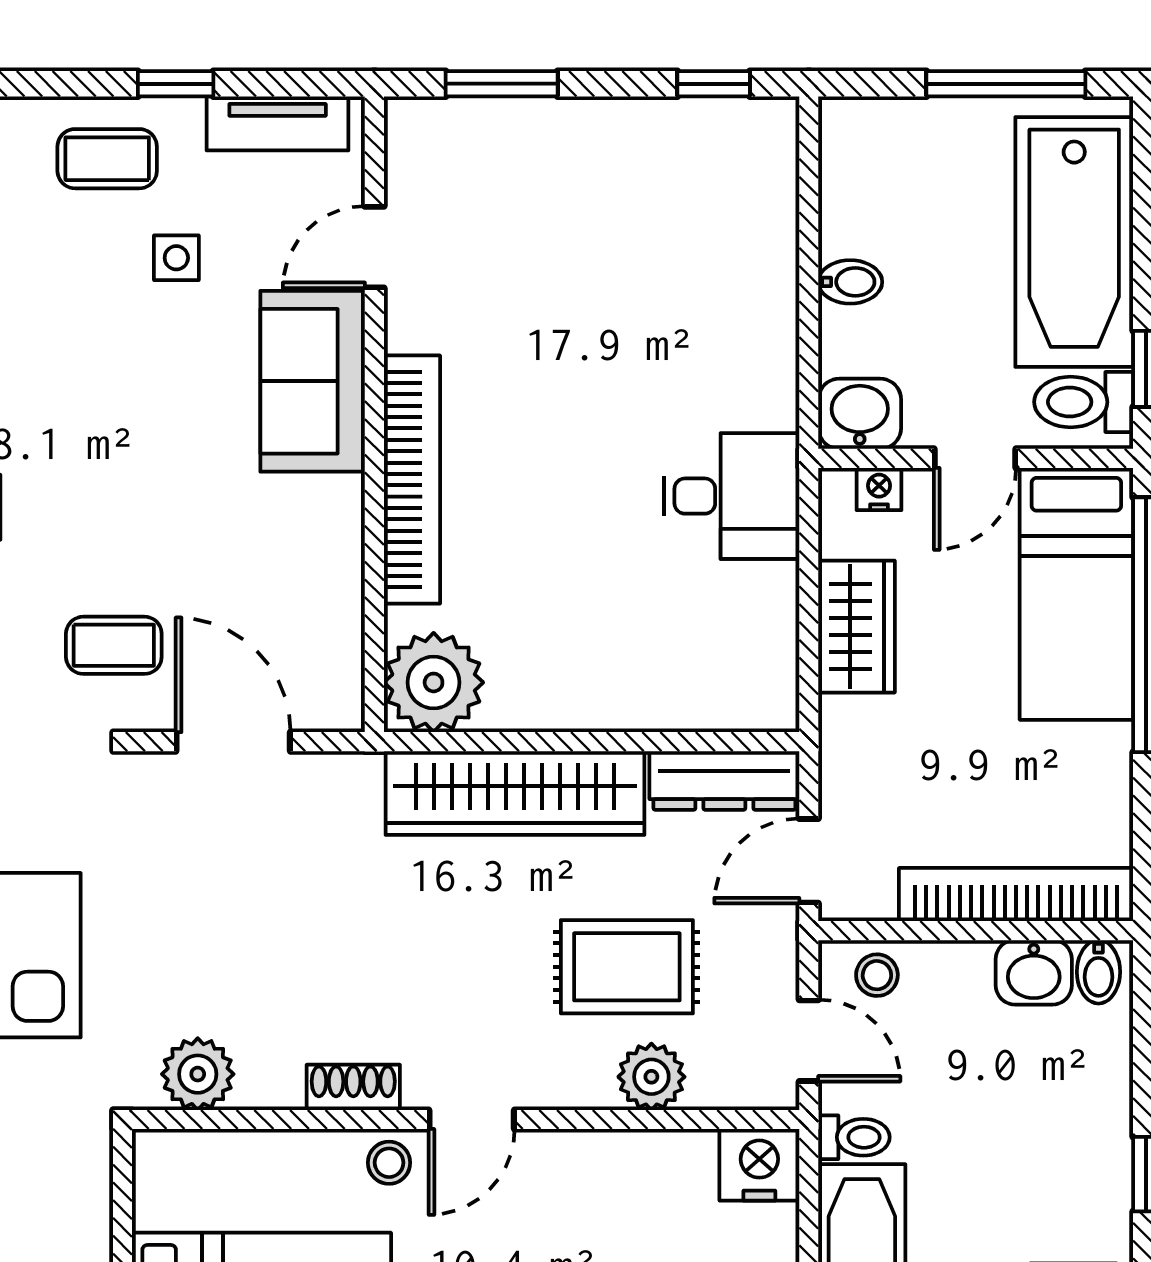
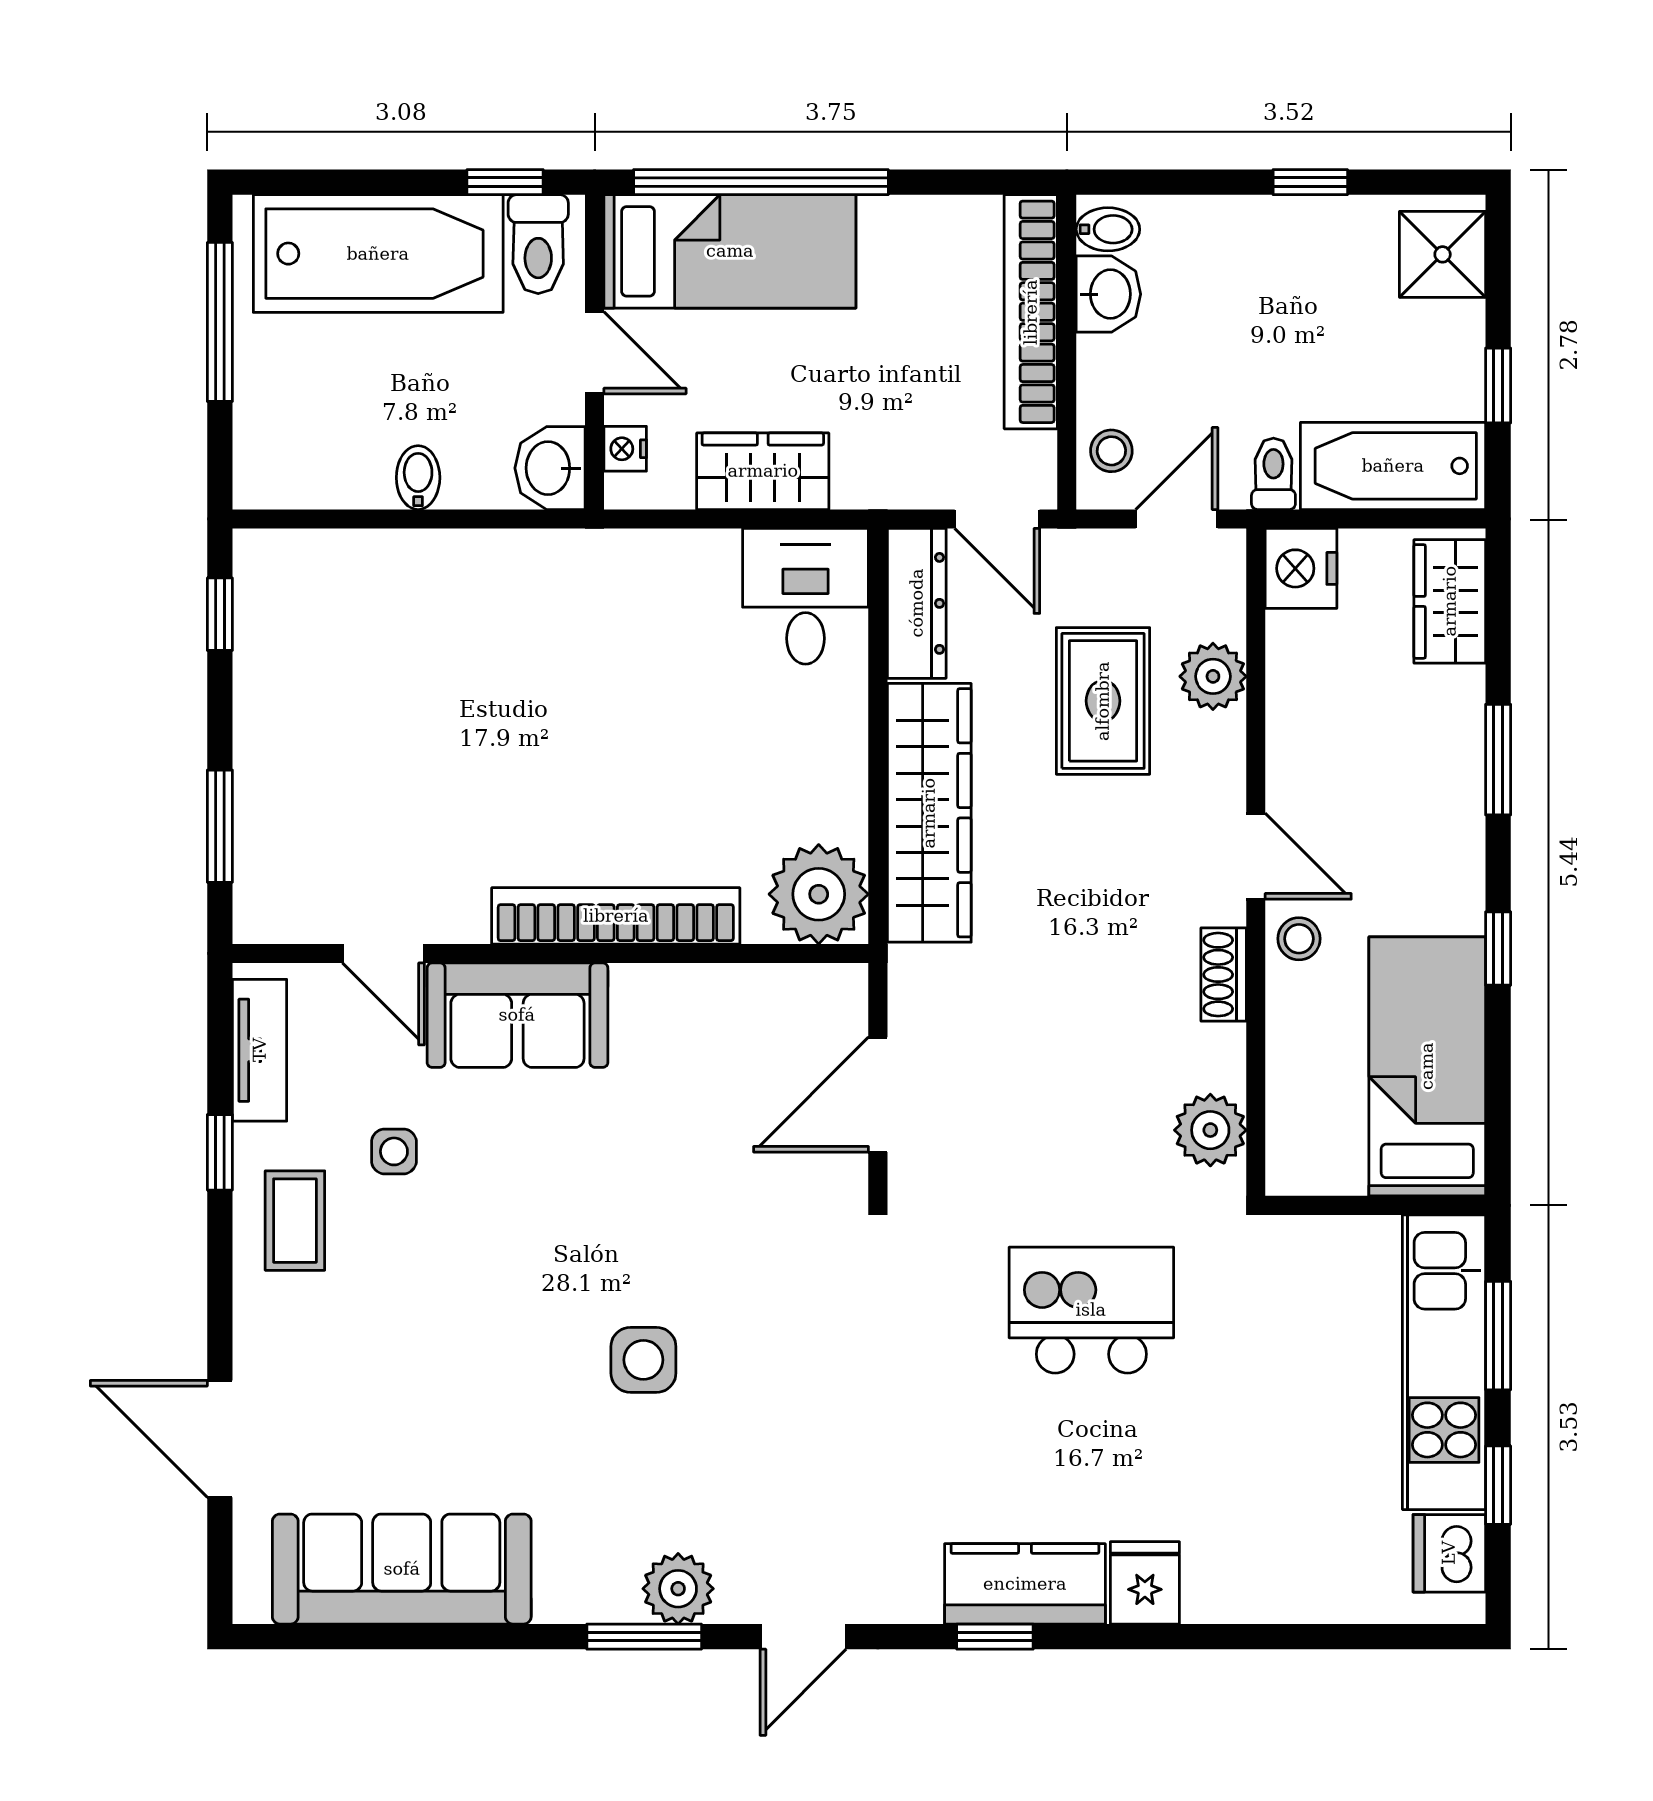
desk: (731, 496) -> (806, 596), moved
coffee table: (114, 645) -> (781, 1214), removed

